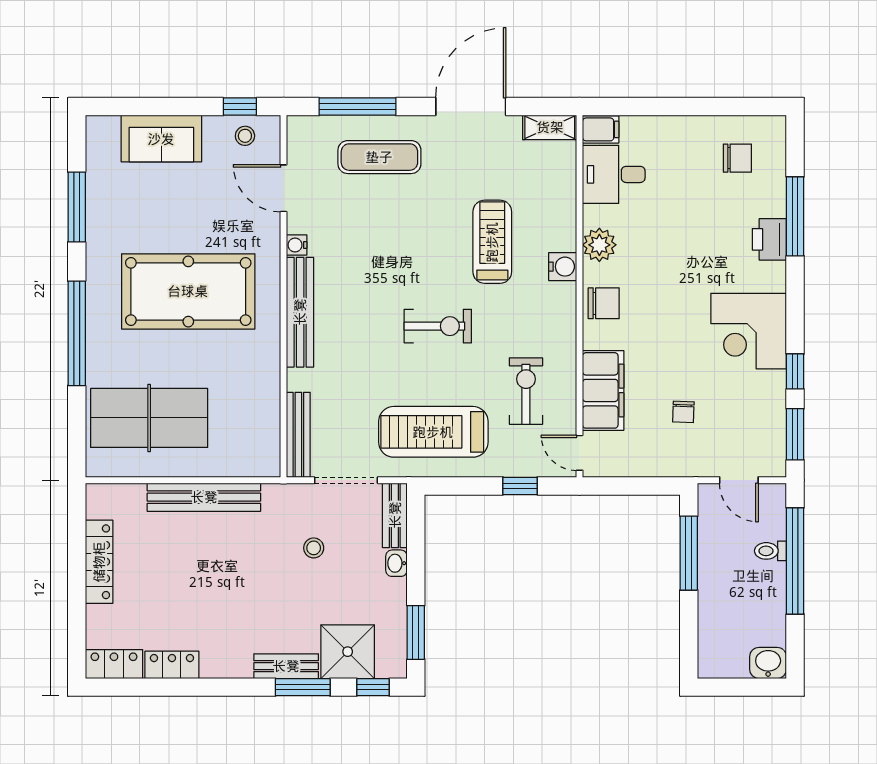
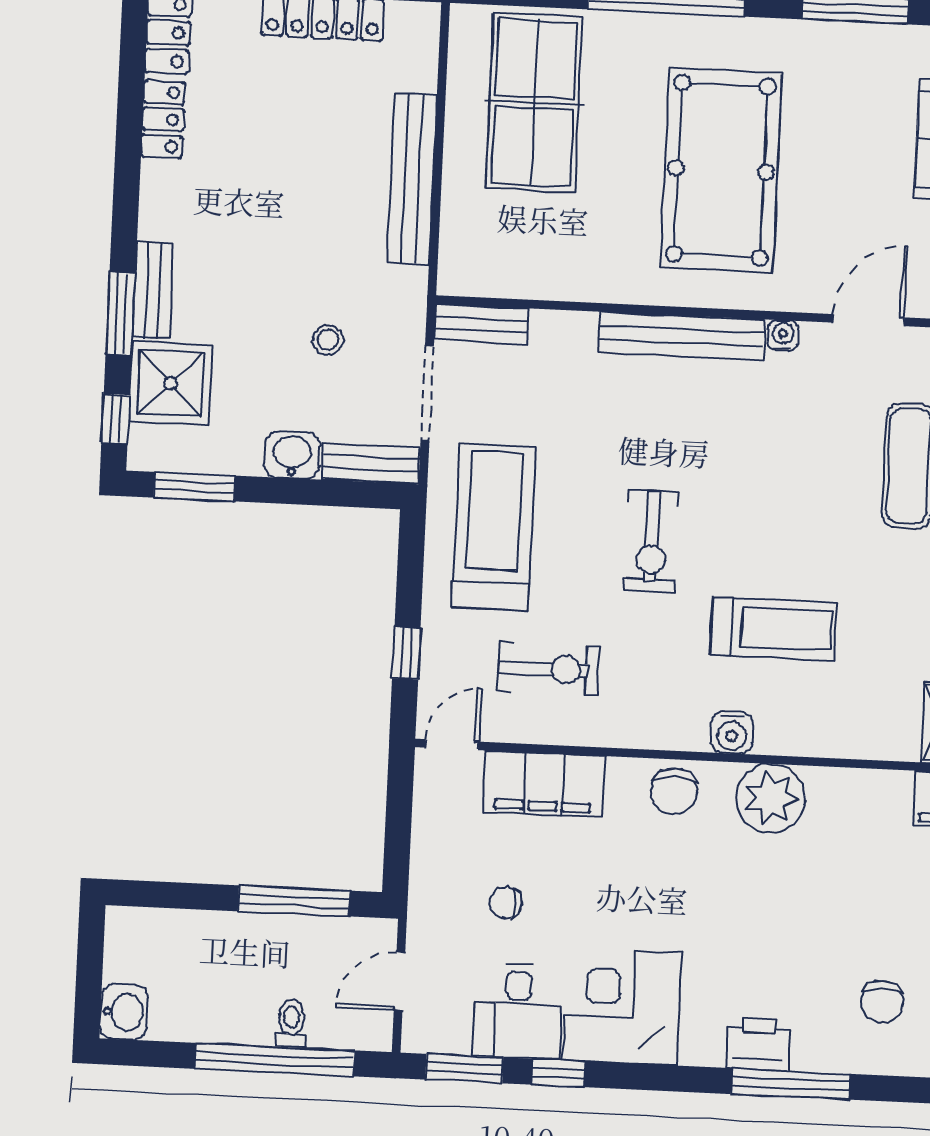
desk: (614, 174) -> (518, 1011), moved, turned 180
plant: (599, 245) -> (770, 798), width x1.36, depth x1.36
bench: (298, 435) -> (482, 324), width x0.73
washbasin: (396, 563) -> (292, 455), width x1.38, depth x1.45

